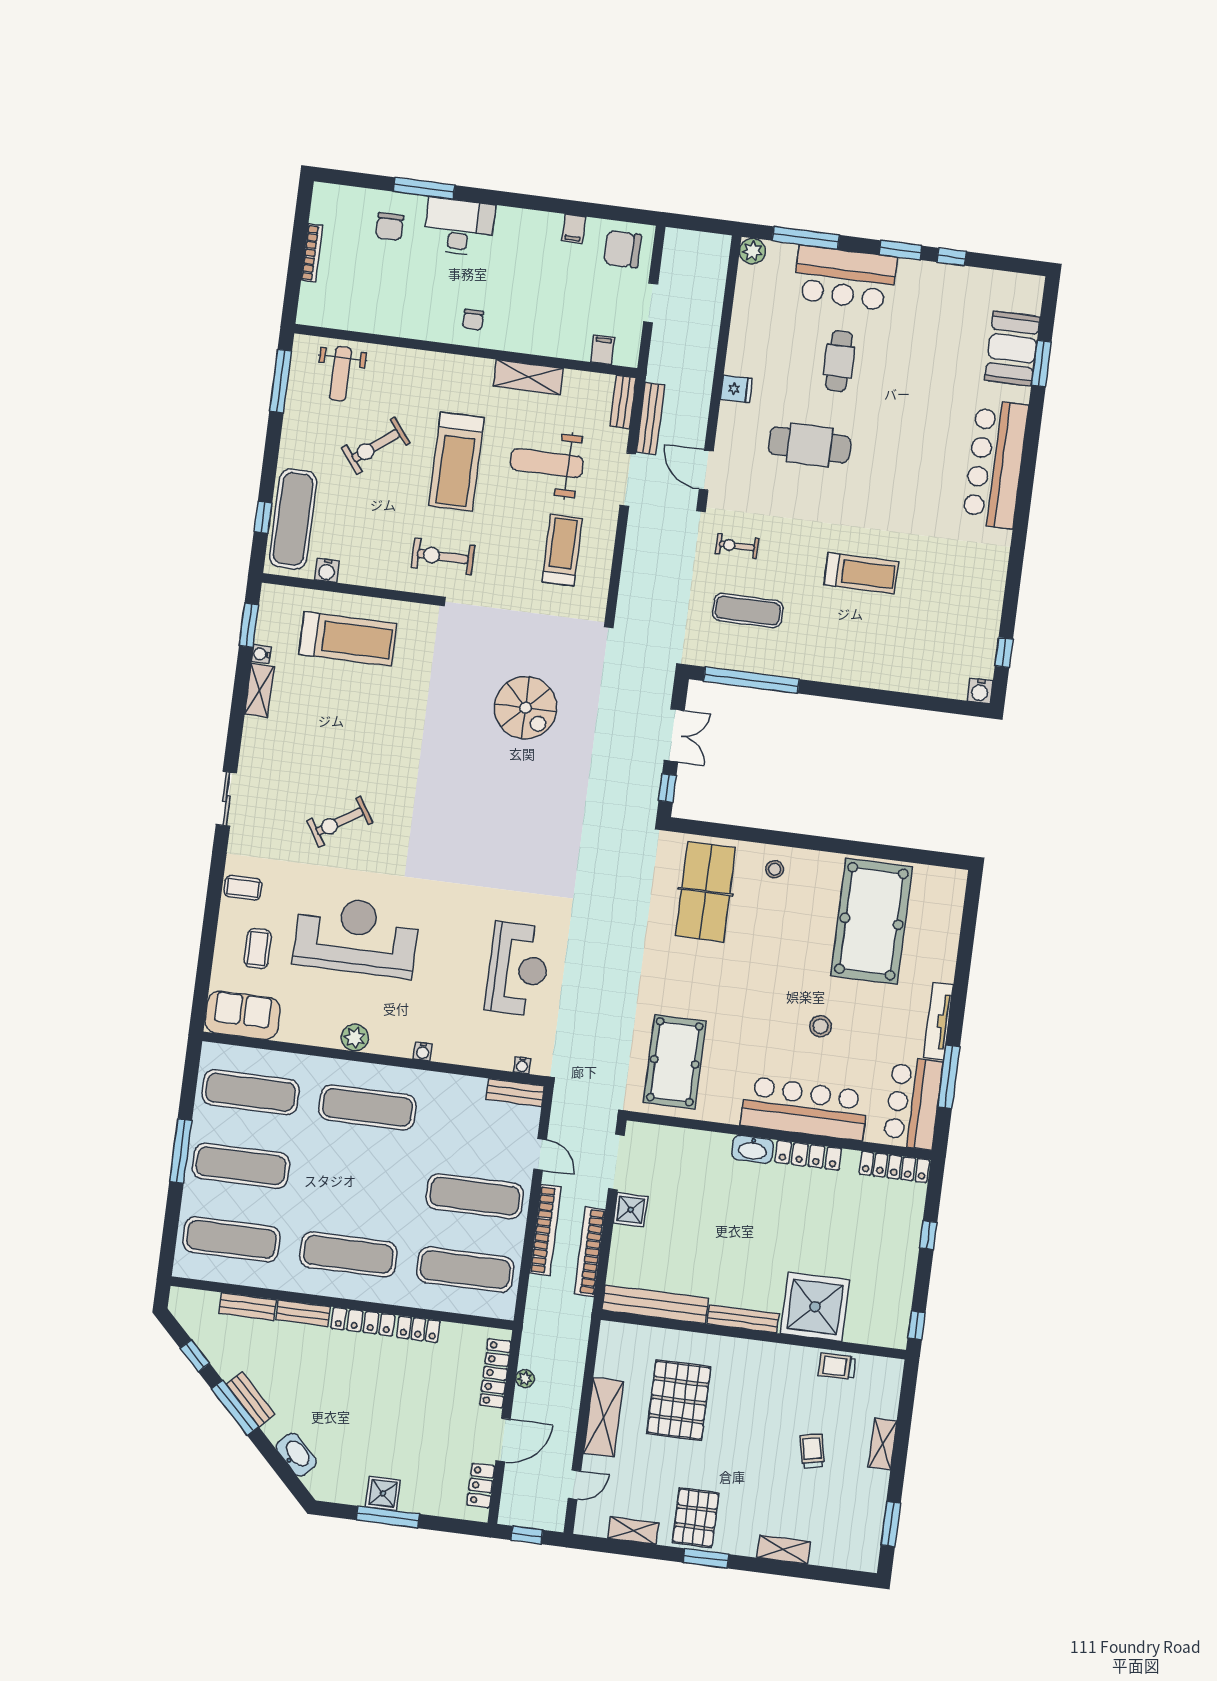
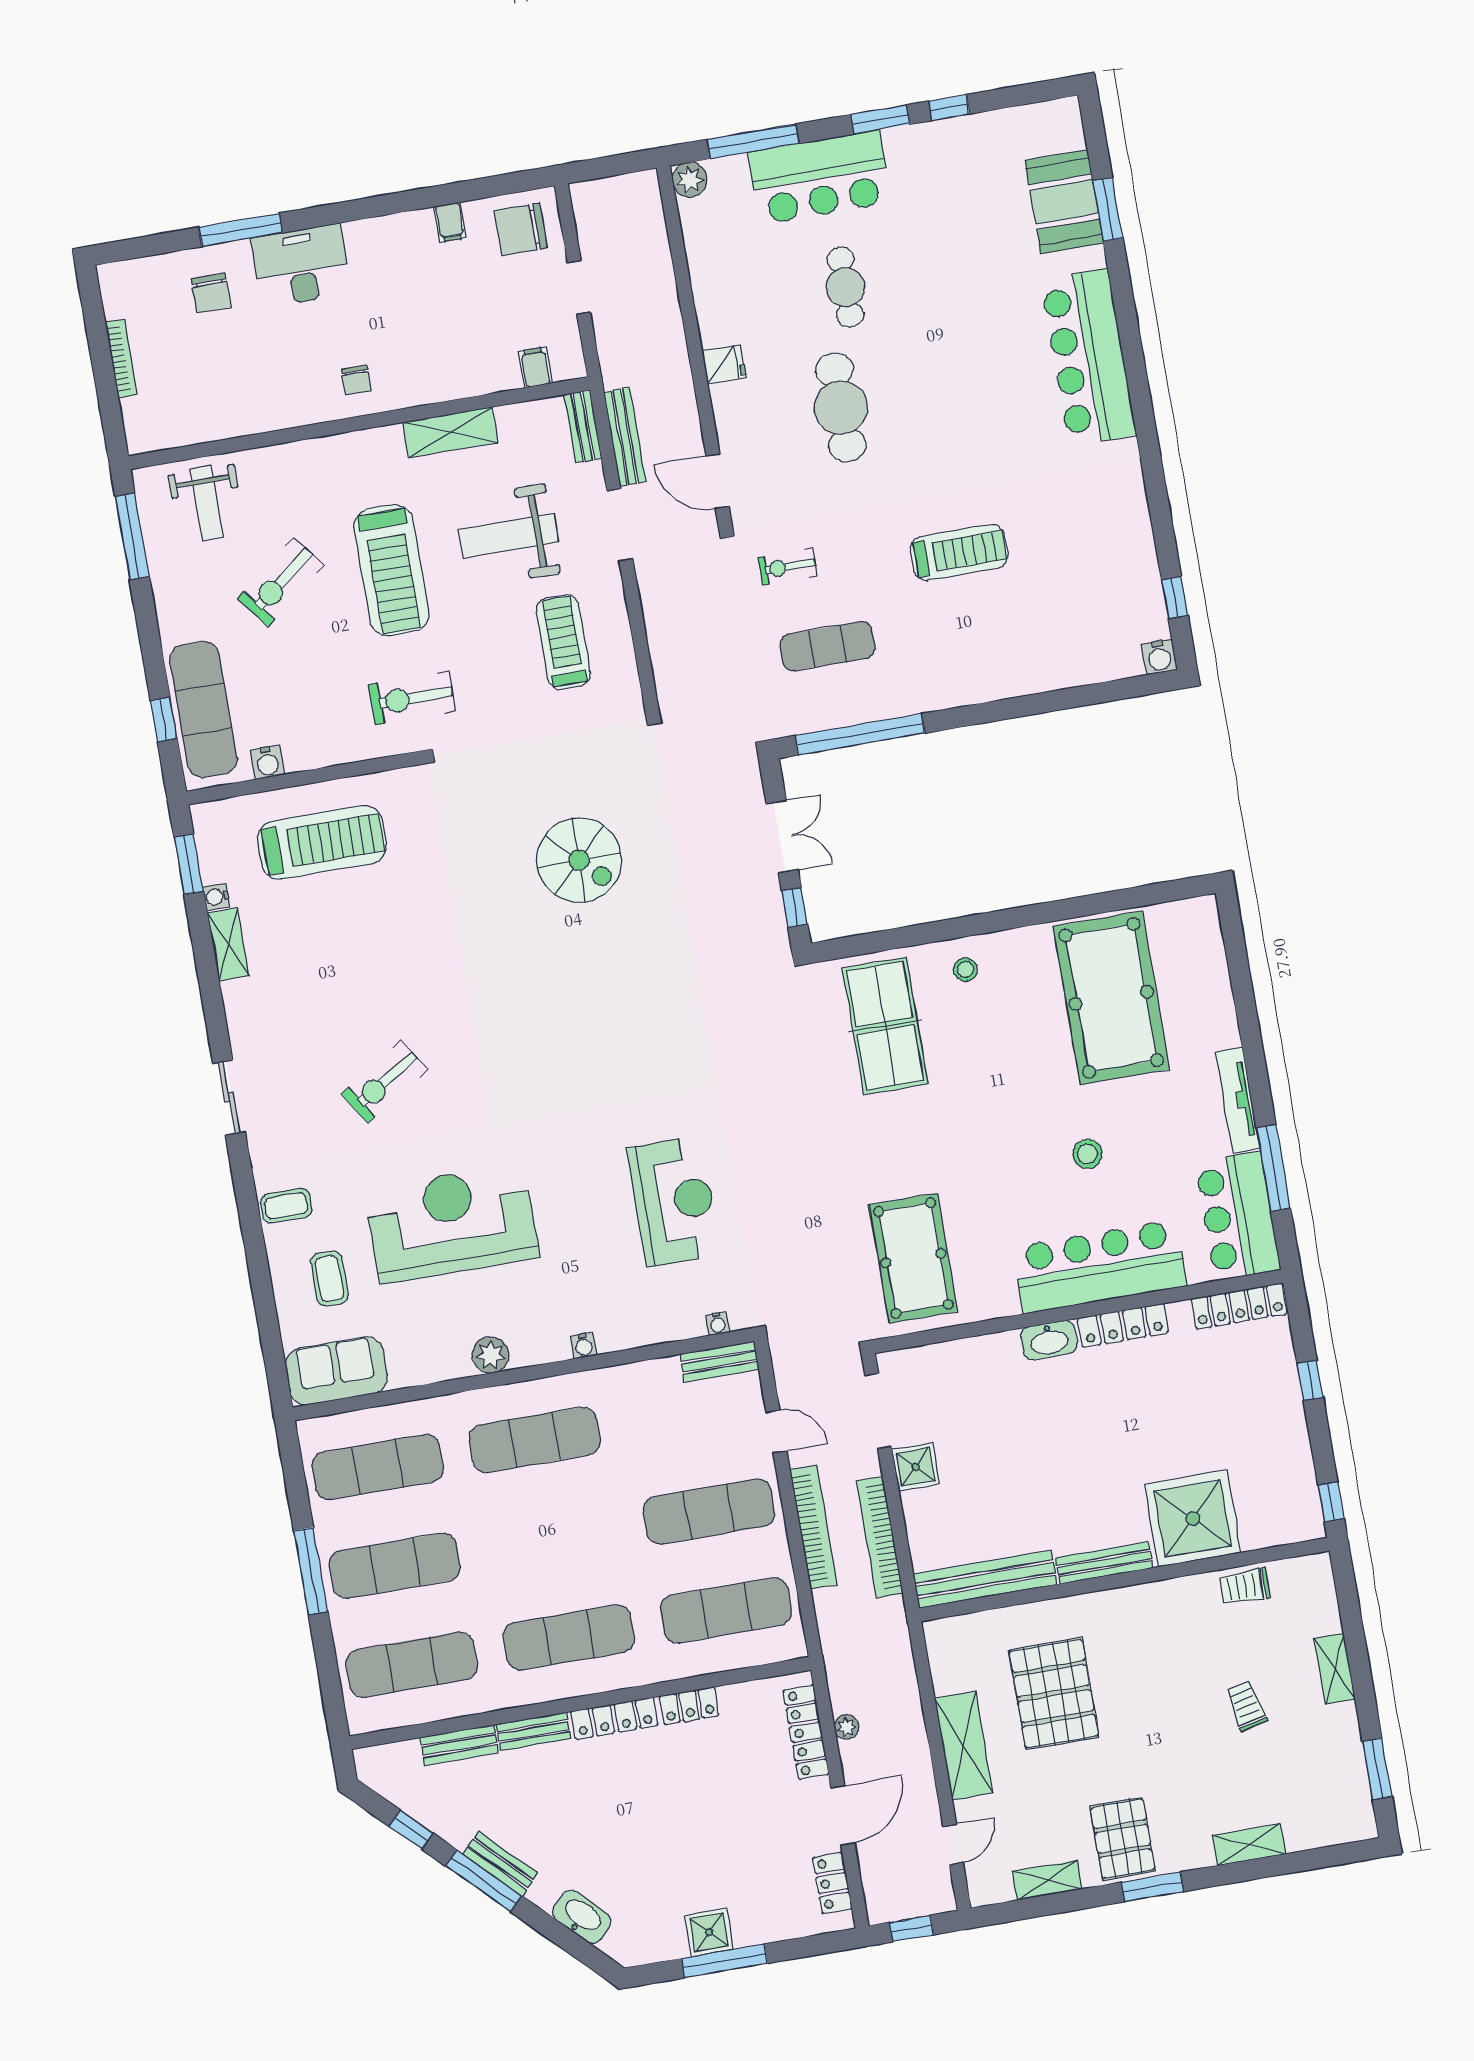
cafe table: (810, 445) -> (841, 407), turned 90

